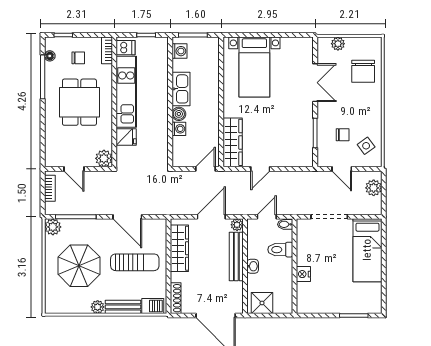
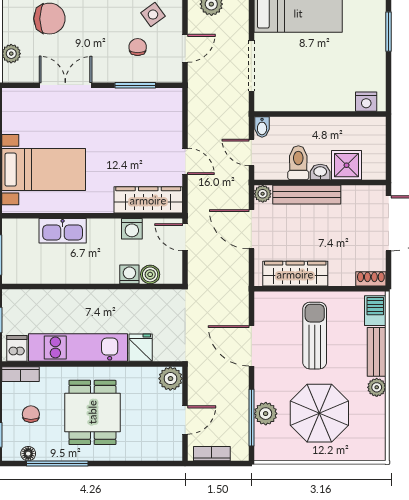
washing machine: (179, 51) -> (132, 229), moved, turned 180
kitchen sink: (181, 89) -> (63, 231), moved, turned 180
dining table: (79, 102) -> (92, 412), turned 90
boiler: (179, 114) -> (150, 274), moved
door: (127, 217) -> (251, 346), swing flipped
plant: (53, 227) -> (266, 414), moved
toilet: (280, 250) -> (298, 163), moved, turned 180
nightstand: (303, 274) -> (366, 102), moved
shoe rack: (176, 298) -> (371, 279), width x0.70
shower: (262, 303) -> (347, 165), moved

